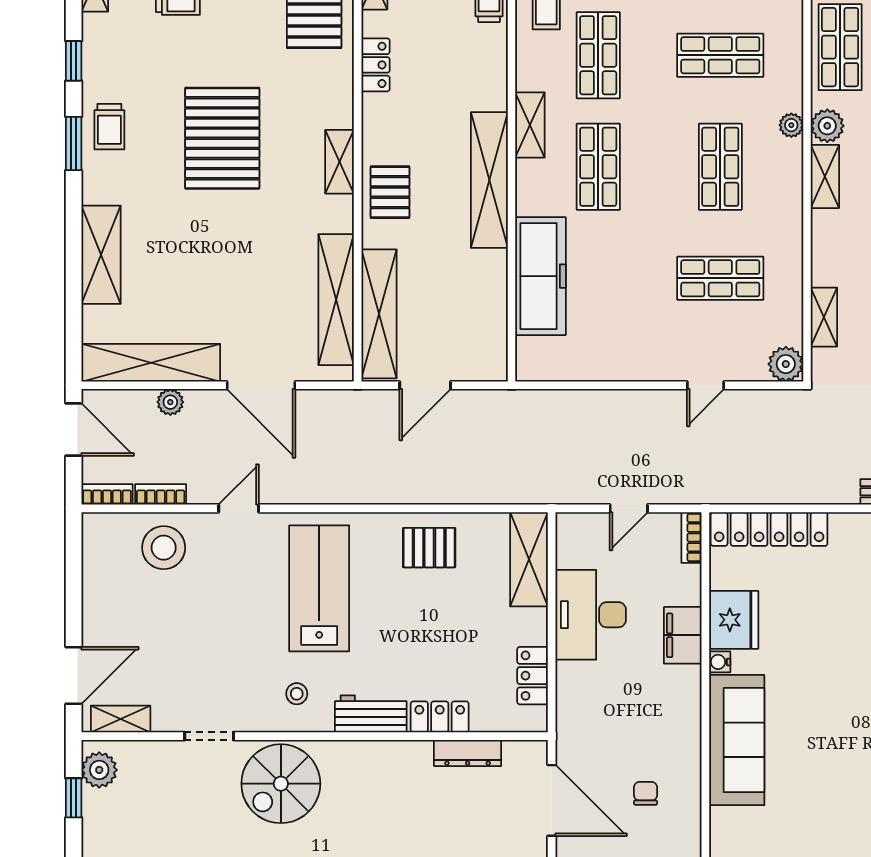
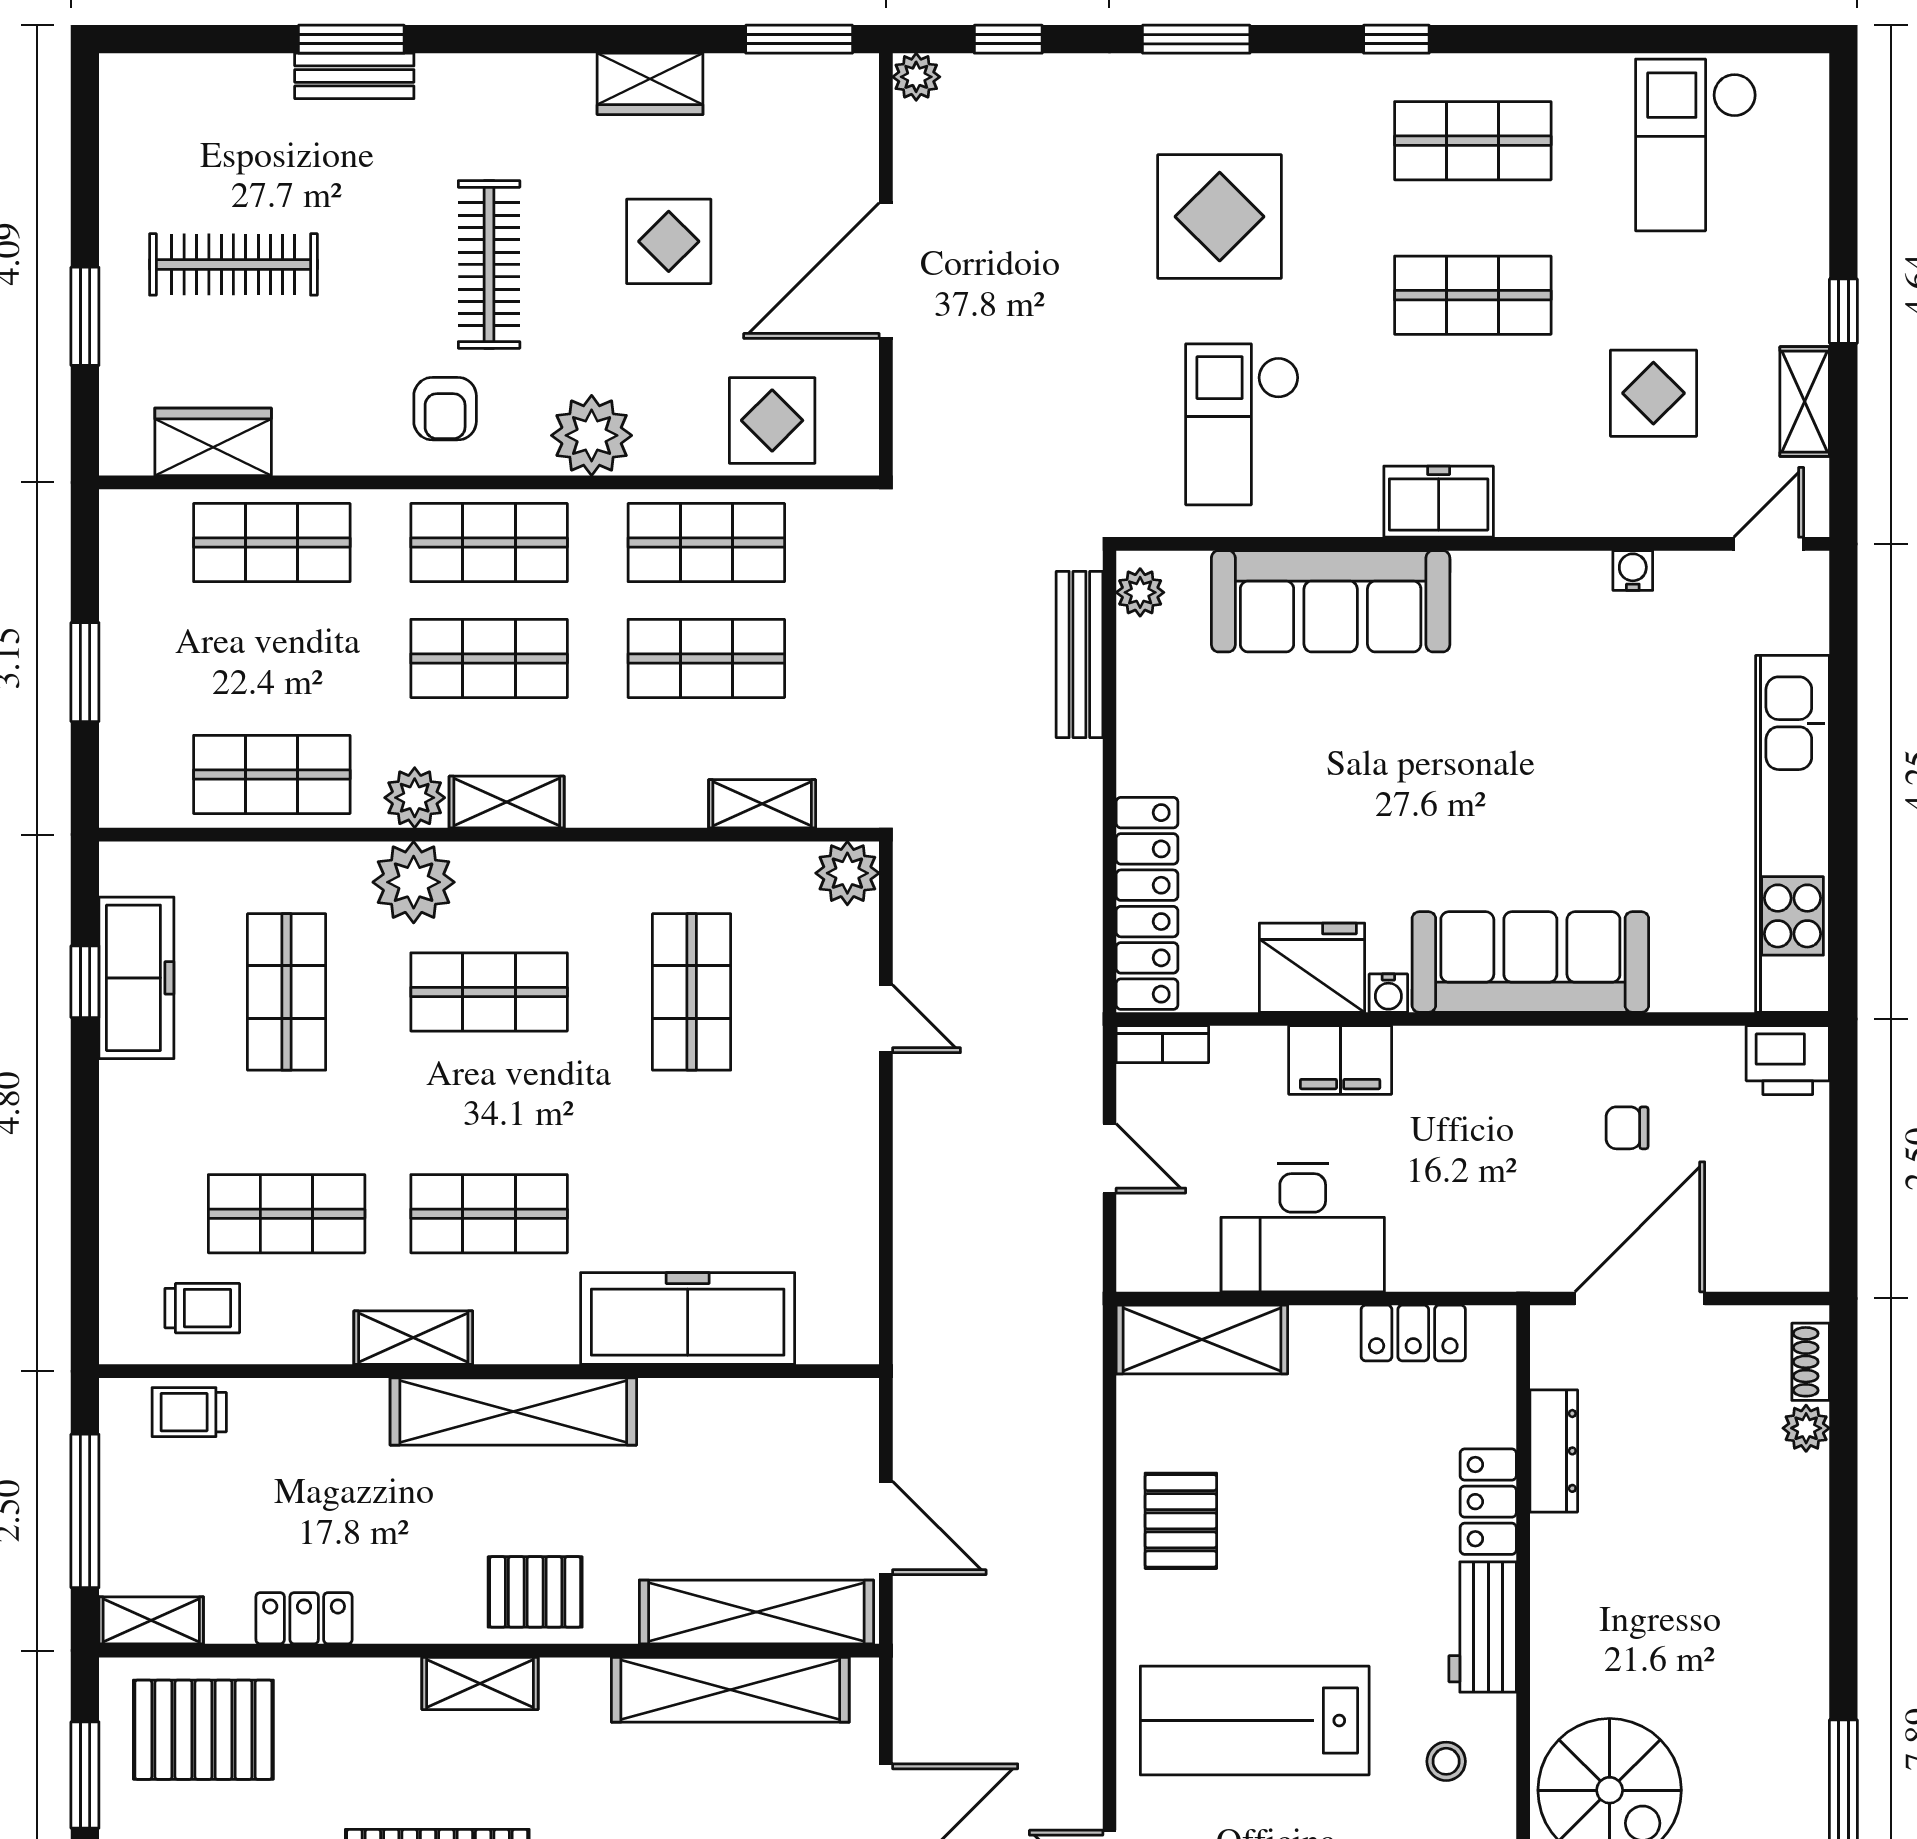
plant: (791, 125) -> (414, 882), width x1.87, depth x1.87

